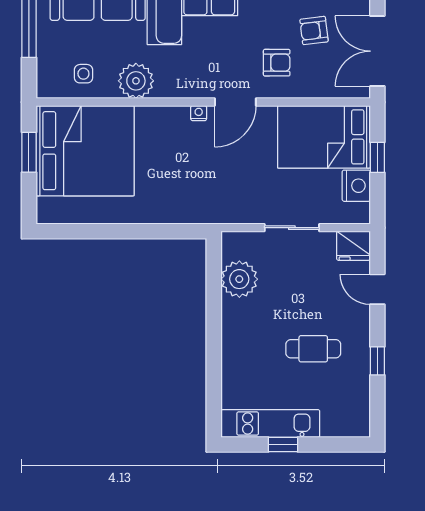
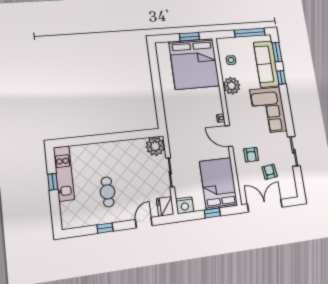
nightstand: (356, 186) -> (185, 205), moved
plant: (239, 279) -> (155, 146), moved

